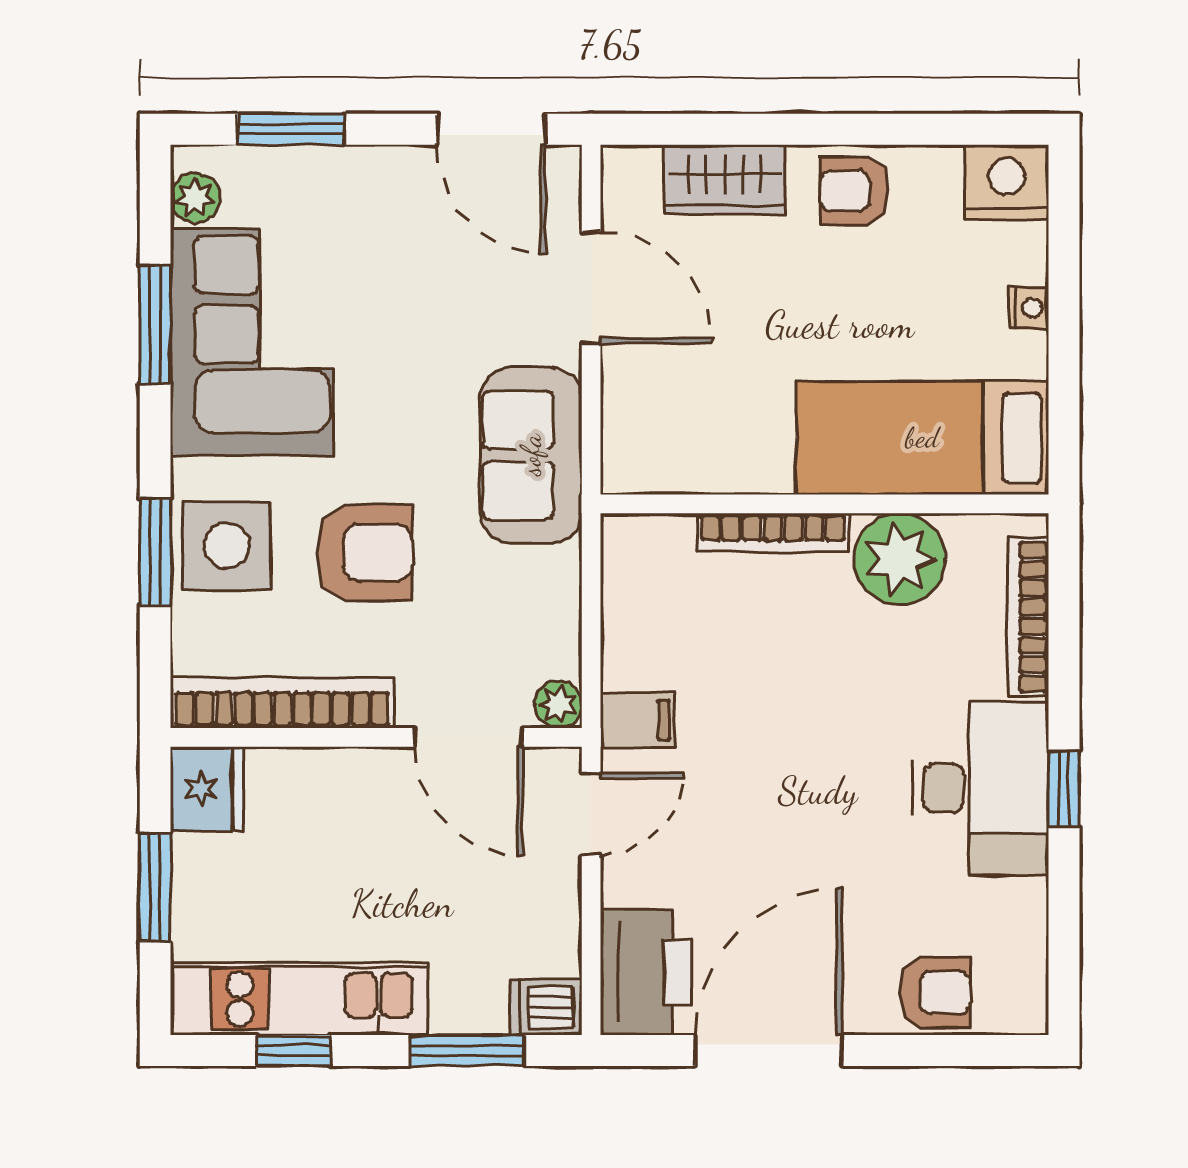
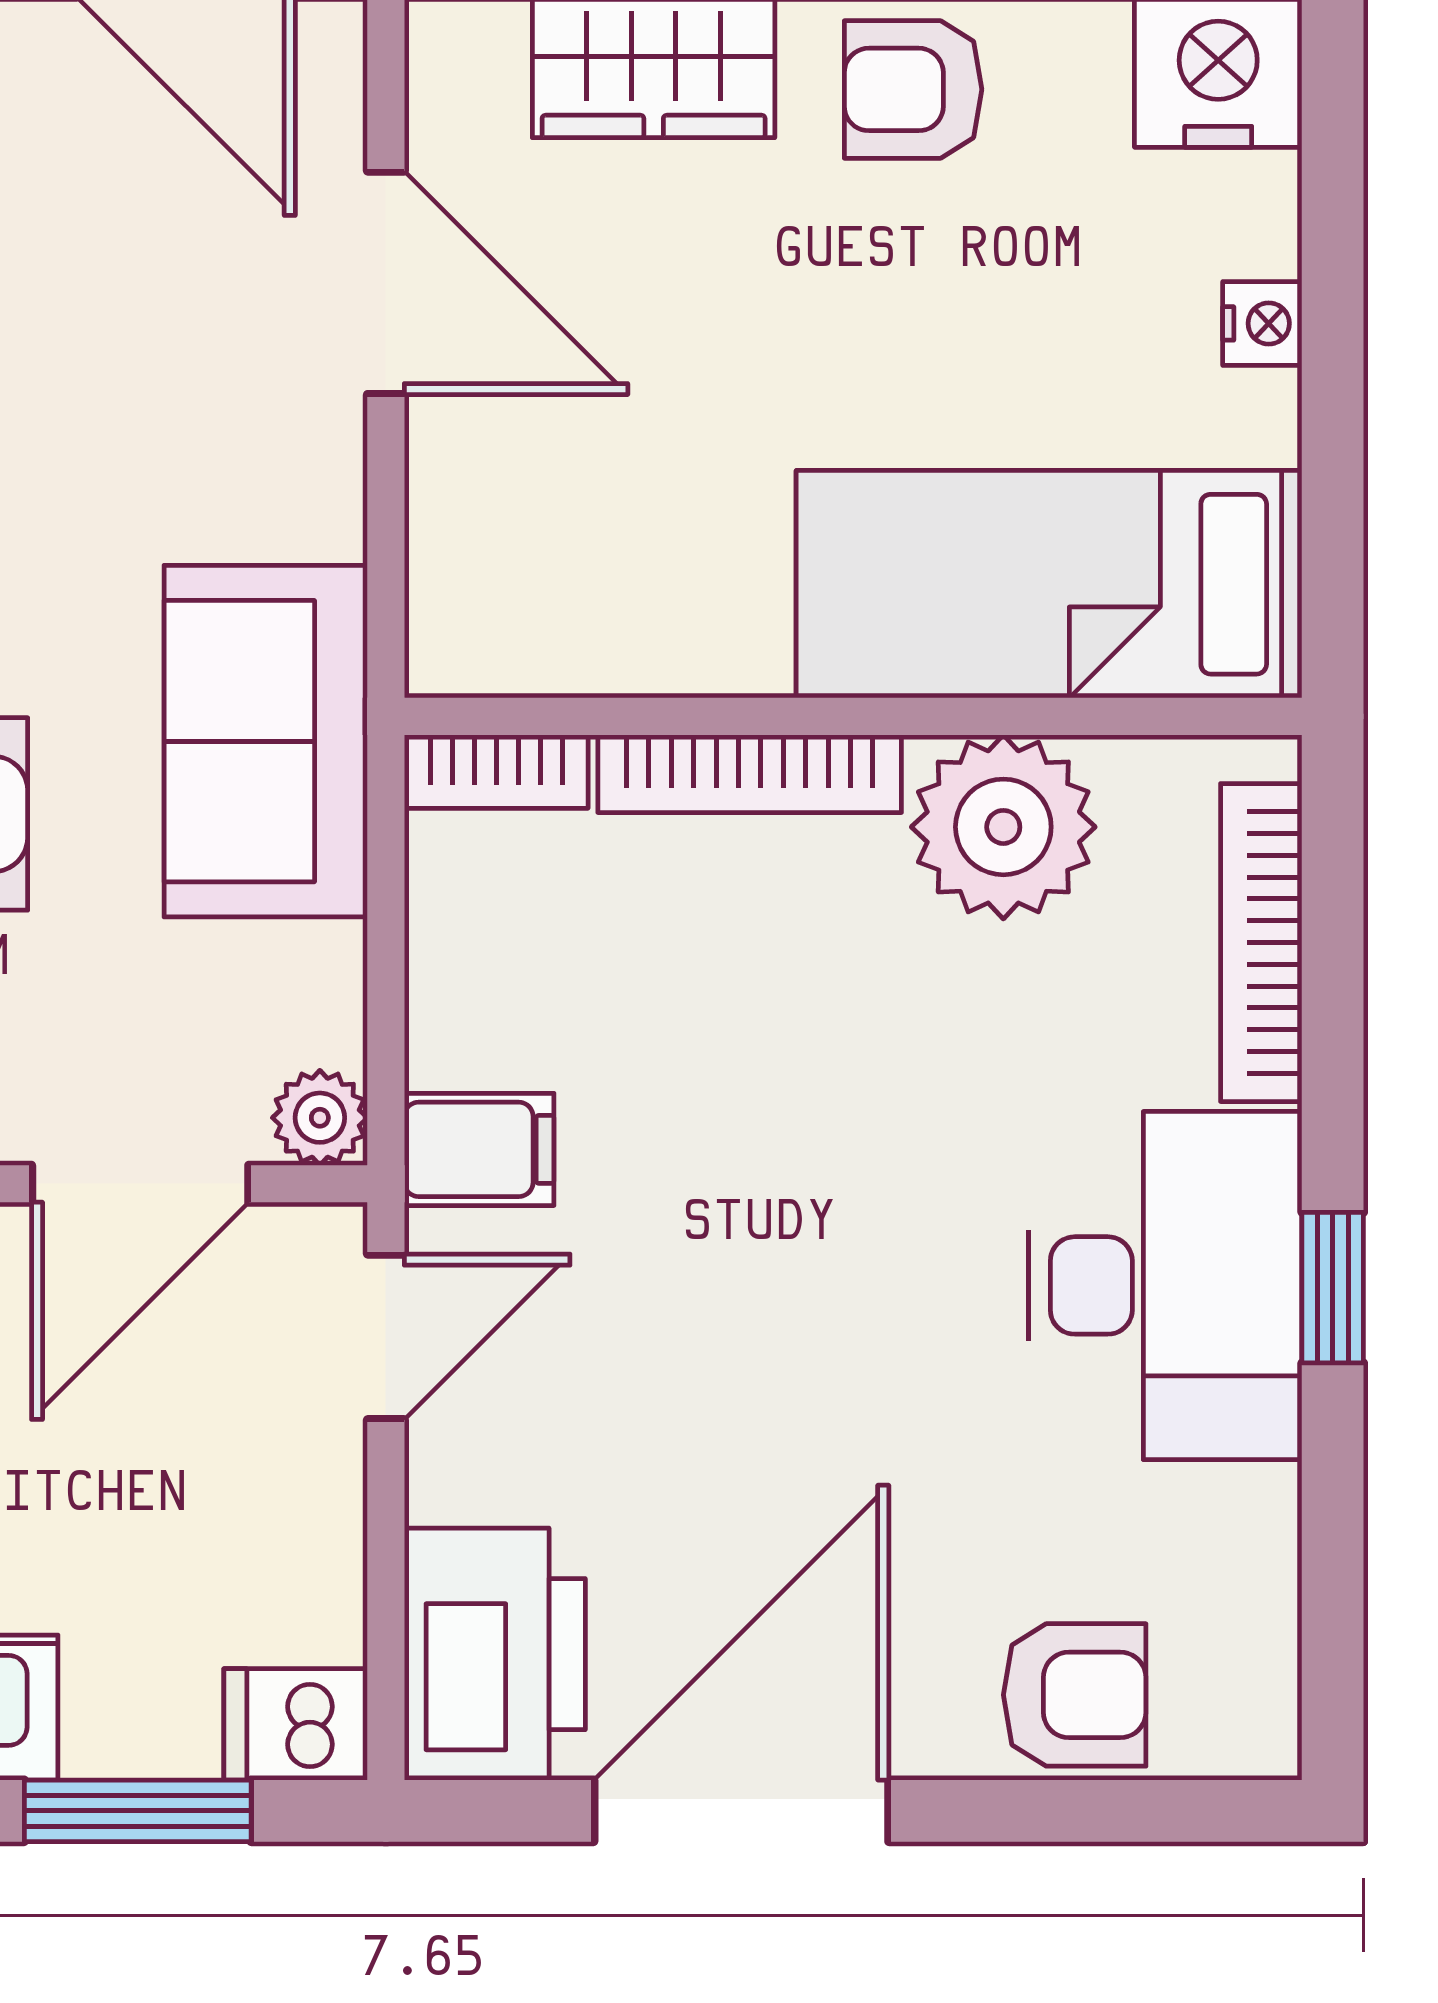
sofa: (531, 455) -> (266, 741), moved
bookcase: (646, 532) -> (496, 772), added
door: (468, 737) -> (140, 1184), hinge flipped

